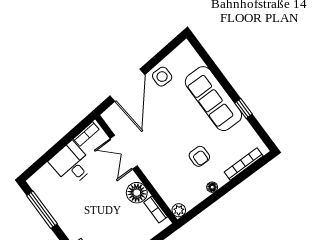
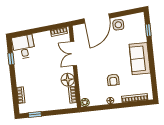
sofa: (213, 99) -> (140, 59), width x0.73
window: (244, 109) -> (148, 30), moved
desk: (72, 164) -> (24, 47), moved
window: (42, 210) -> (11, 59), width x0.46

